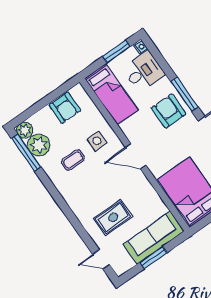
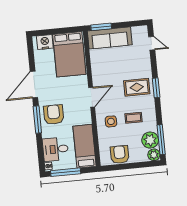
window: (116, 51) -> (66, 172), width x1.44
armchair: (169, 111) -> (54, 115), turned 180
door: (136, 156) -> (92, 97), hinge flipped
window: (66, 210) -> (156, 88), added
rug: (113, 217) -> (137, 87), moved
window: (153, 258) -> (101, 27), moved

